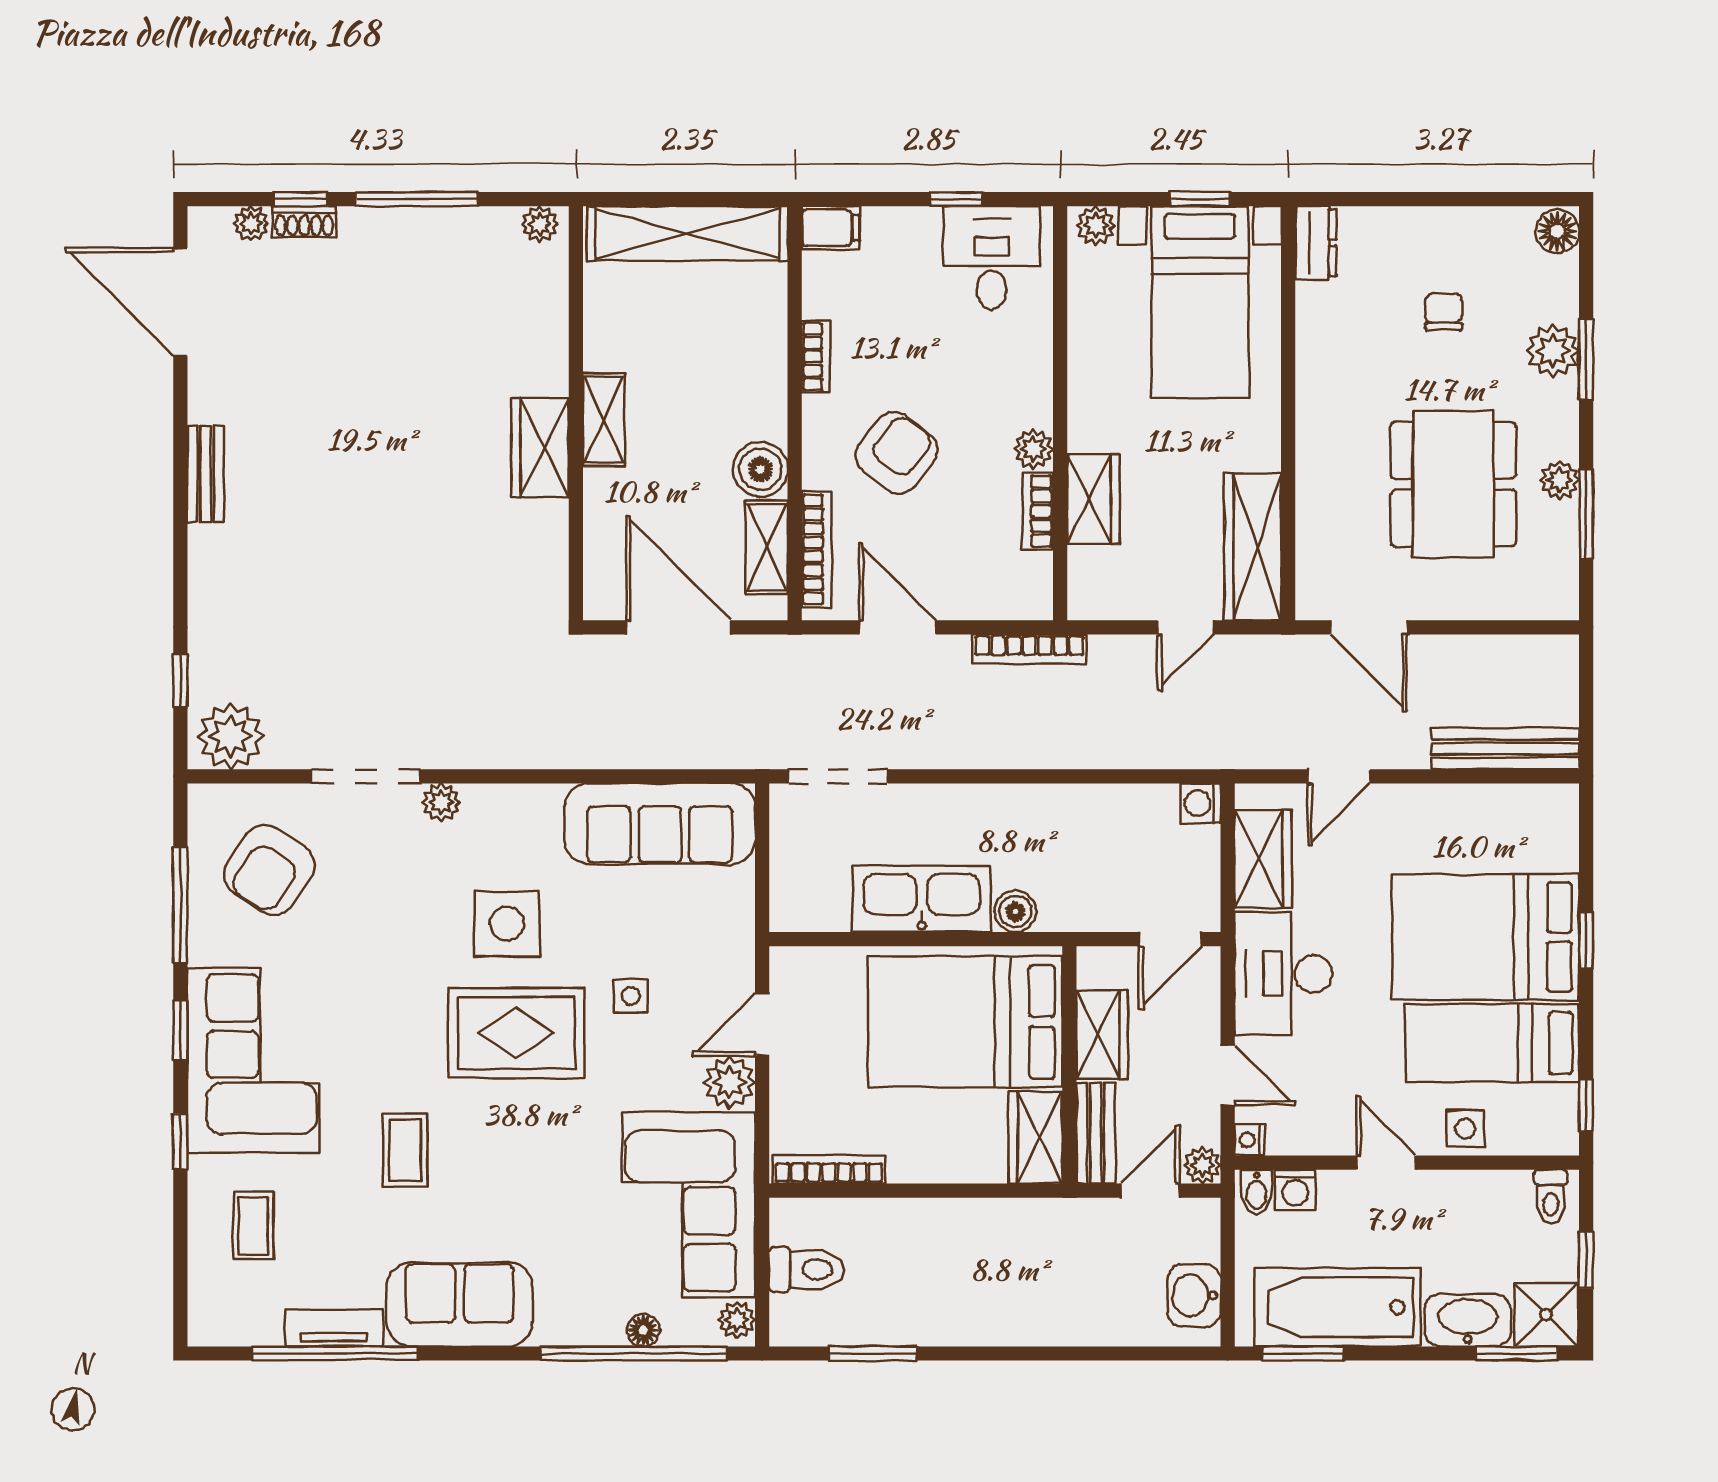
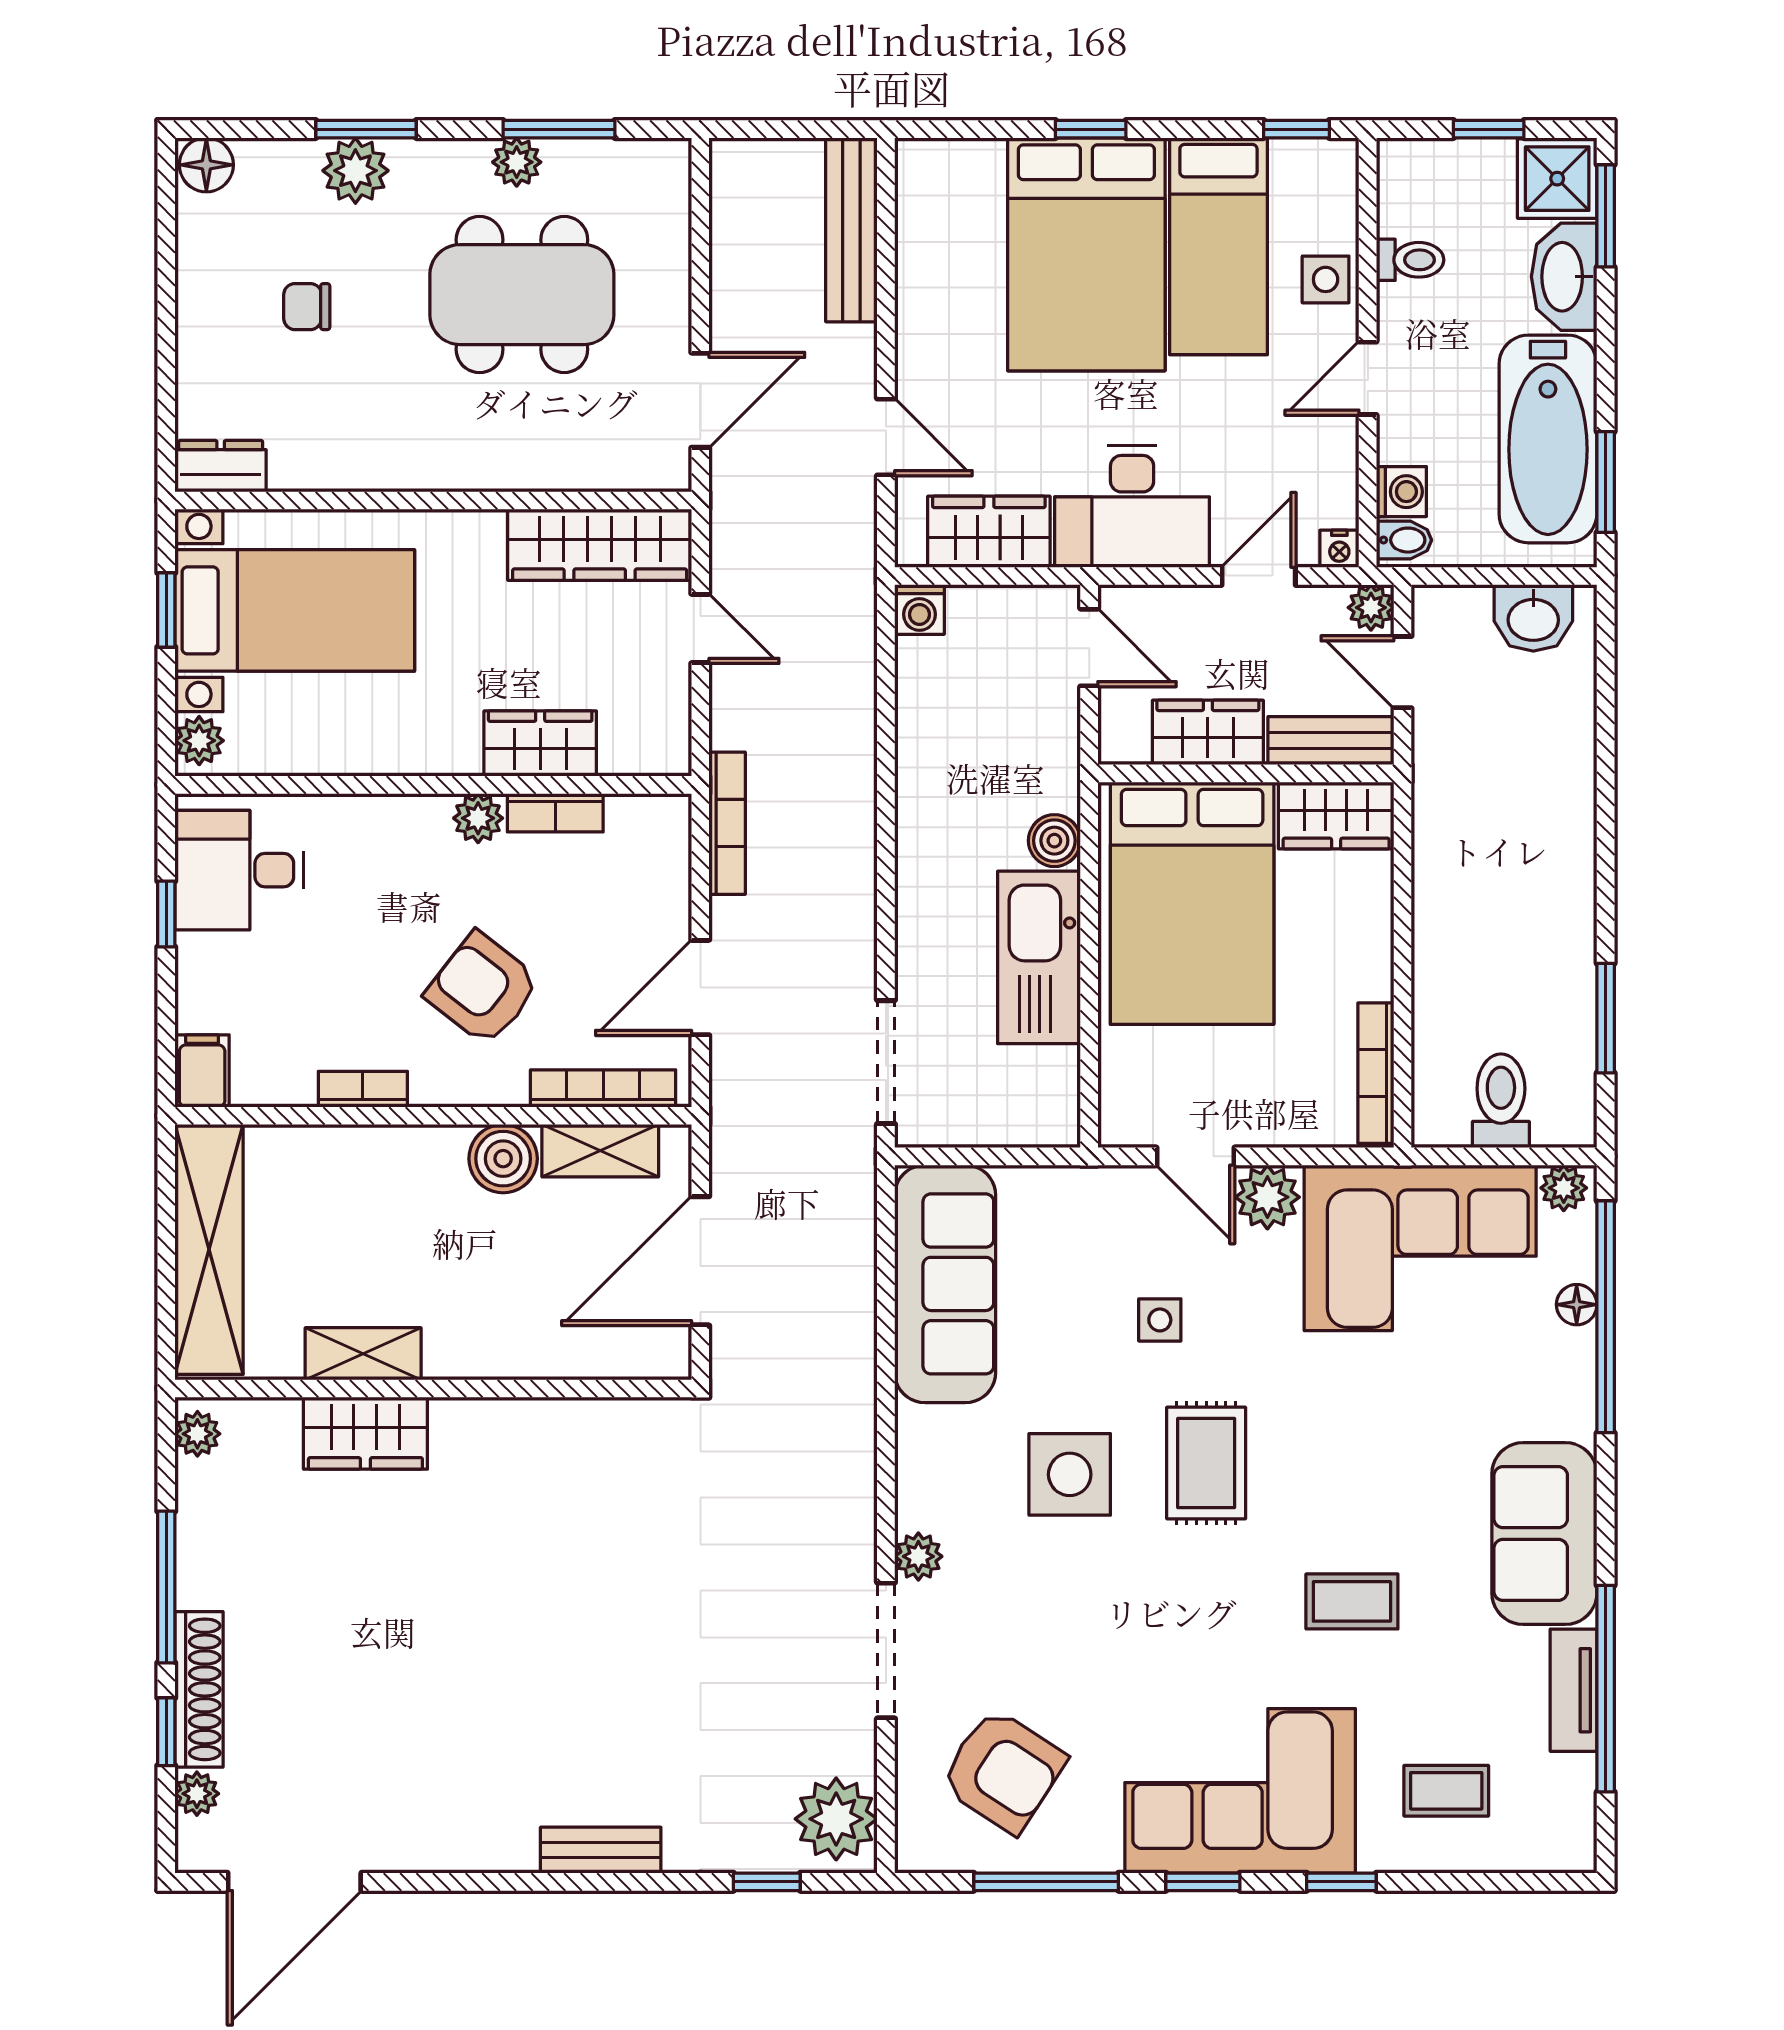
shoe rack: (304, 222) -> (199, 1689), width x1.94, depth x1.24
shelving: (604, 420) -> (363, 1354), moved
wardrobe: (540, 448) -> (365, 1433), moved
bench: (206, 474) -> (601, 1850), moved
rug: (516, 1033) -> (1206, 1463), width x0.73, depth x0.70
toilet: (1551, 1197) -> (1410, 260), moved

